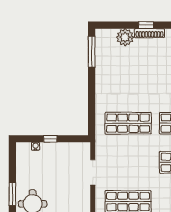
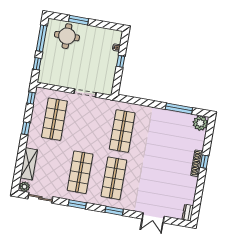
plant: (125, 37) -> (200, 123), moved
window: (92, 52) -> (179, 109), moved

